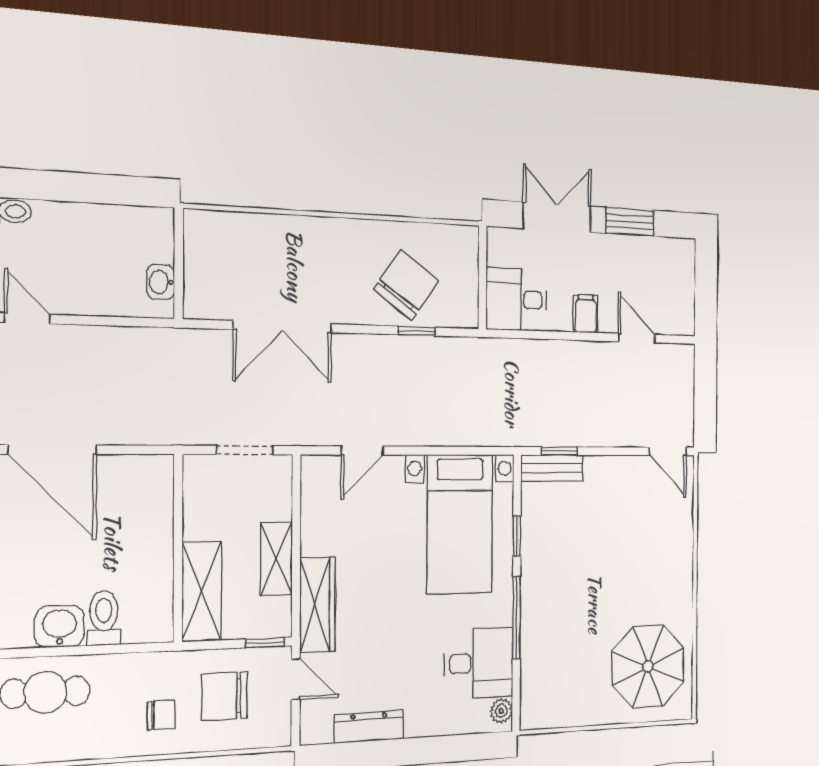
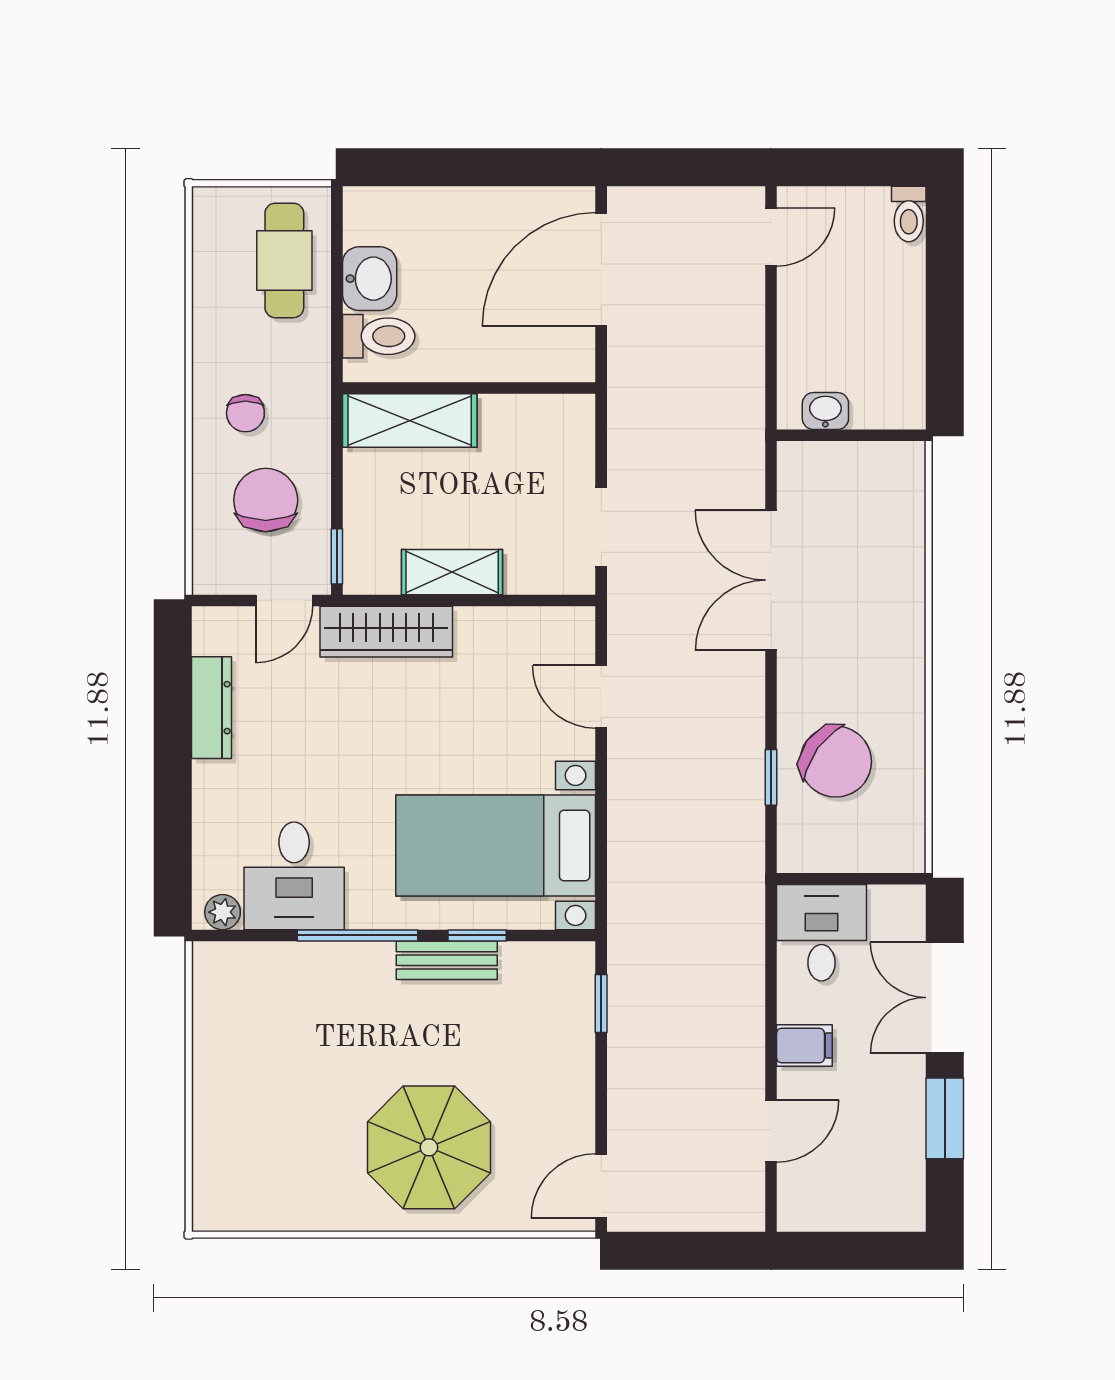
double door: (557, 217) -> (945, 998), swing flipped
bench: (552, 468) -> (447, 960), moved, turned 90
wall: (178, 548) -> (469, 388), moved
shelving: (202, 592) -> (410, 421), moved
parasol: (648, 666) -> (429, 1147), moved

